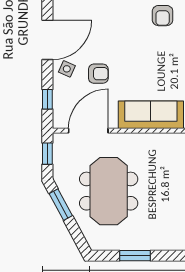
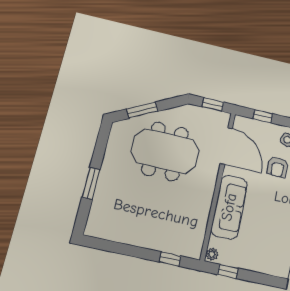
window: (61, 205) -> (142, 110), moved
window: (135, 256) -> (91, 183), moved

